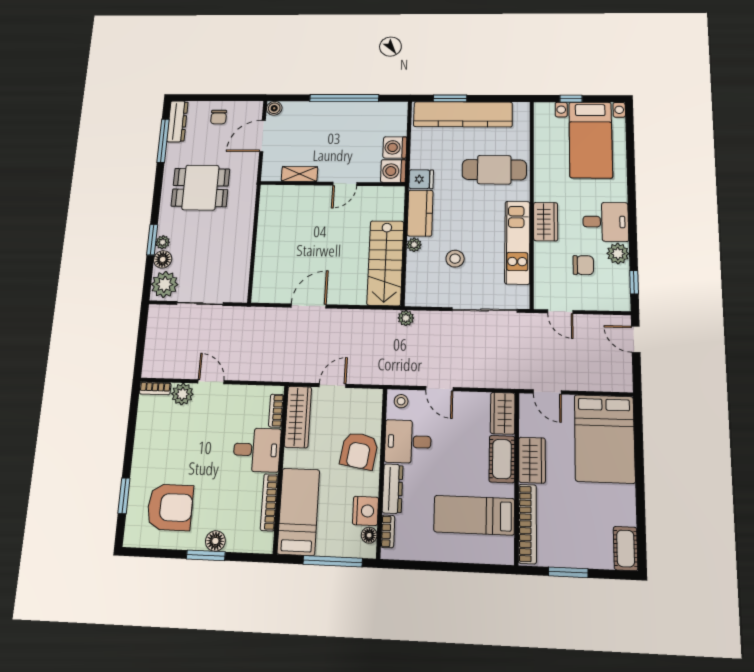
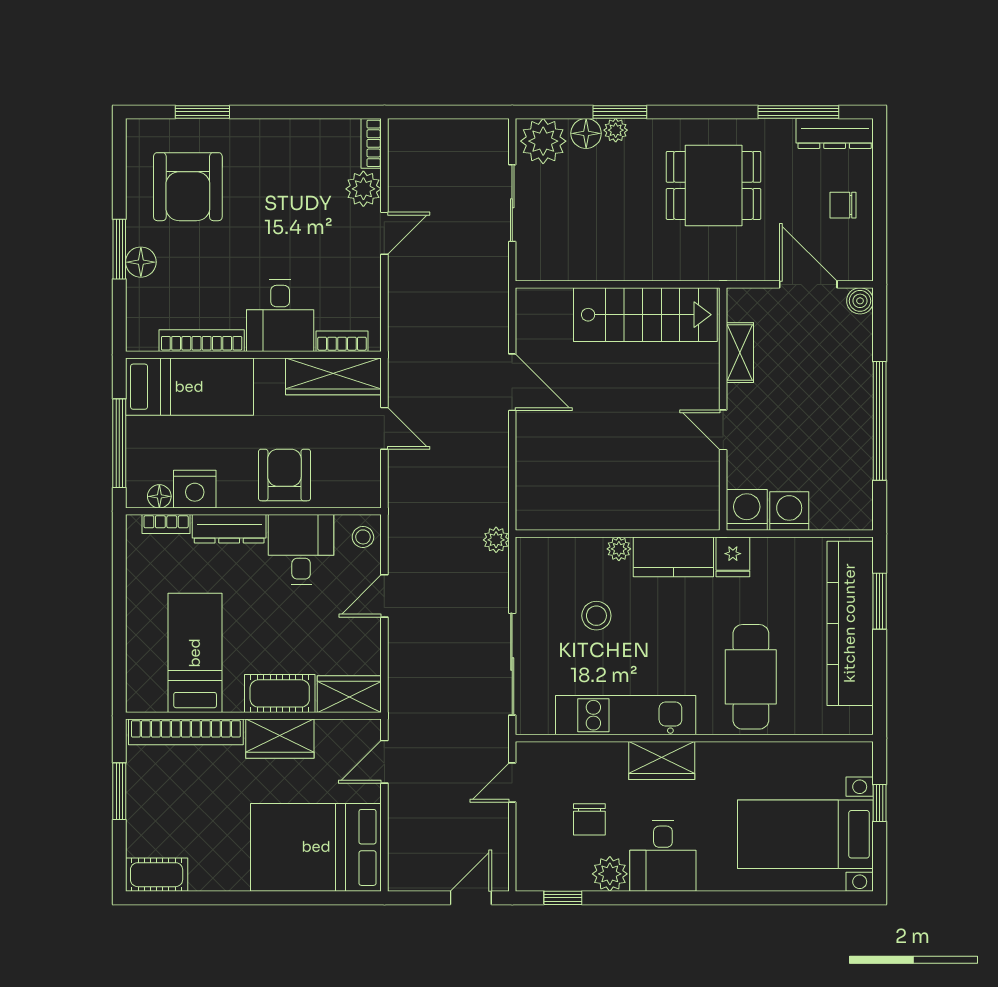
dining table: (200, 188) -> (714, 185), turned 90
stairs: (385, 263) -> (645, 315), moved, turned 180
armchair: (359, 451) -> (284, 475), turned 81

